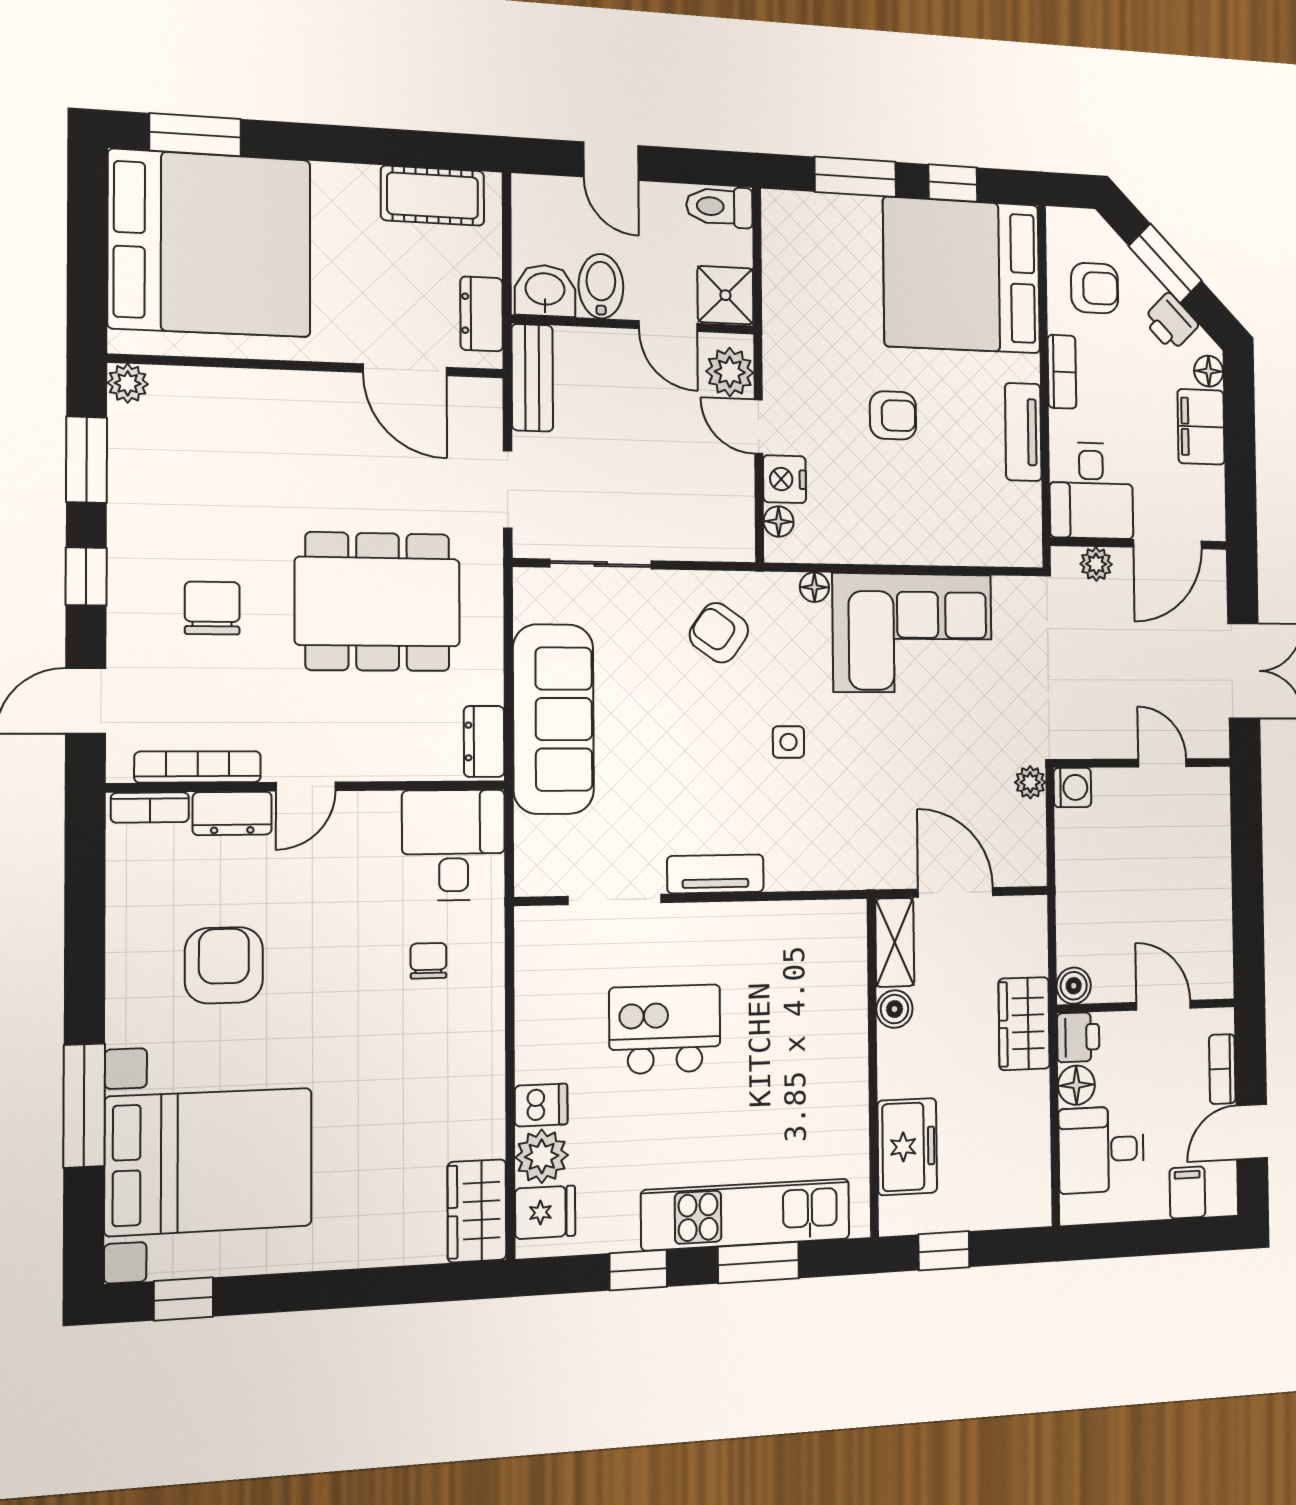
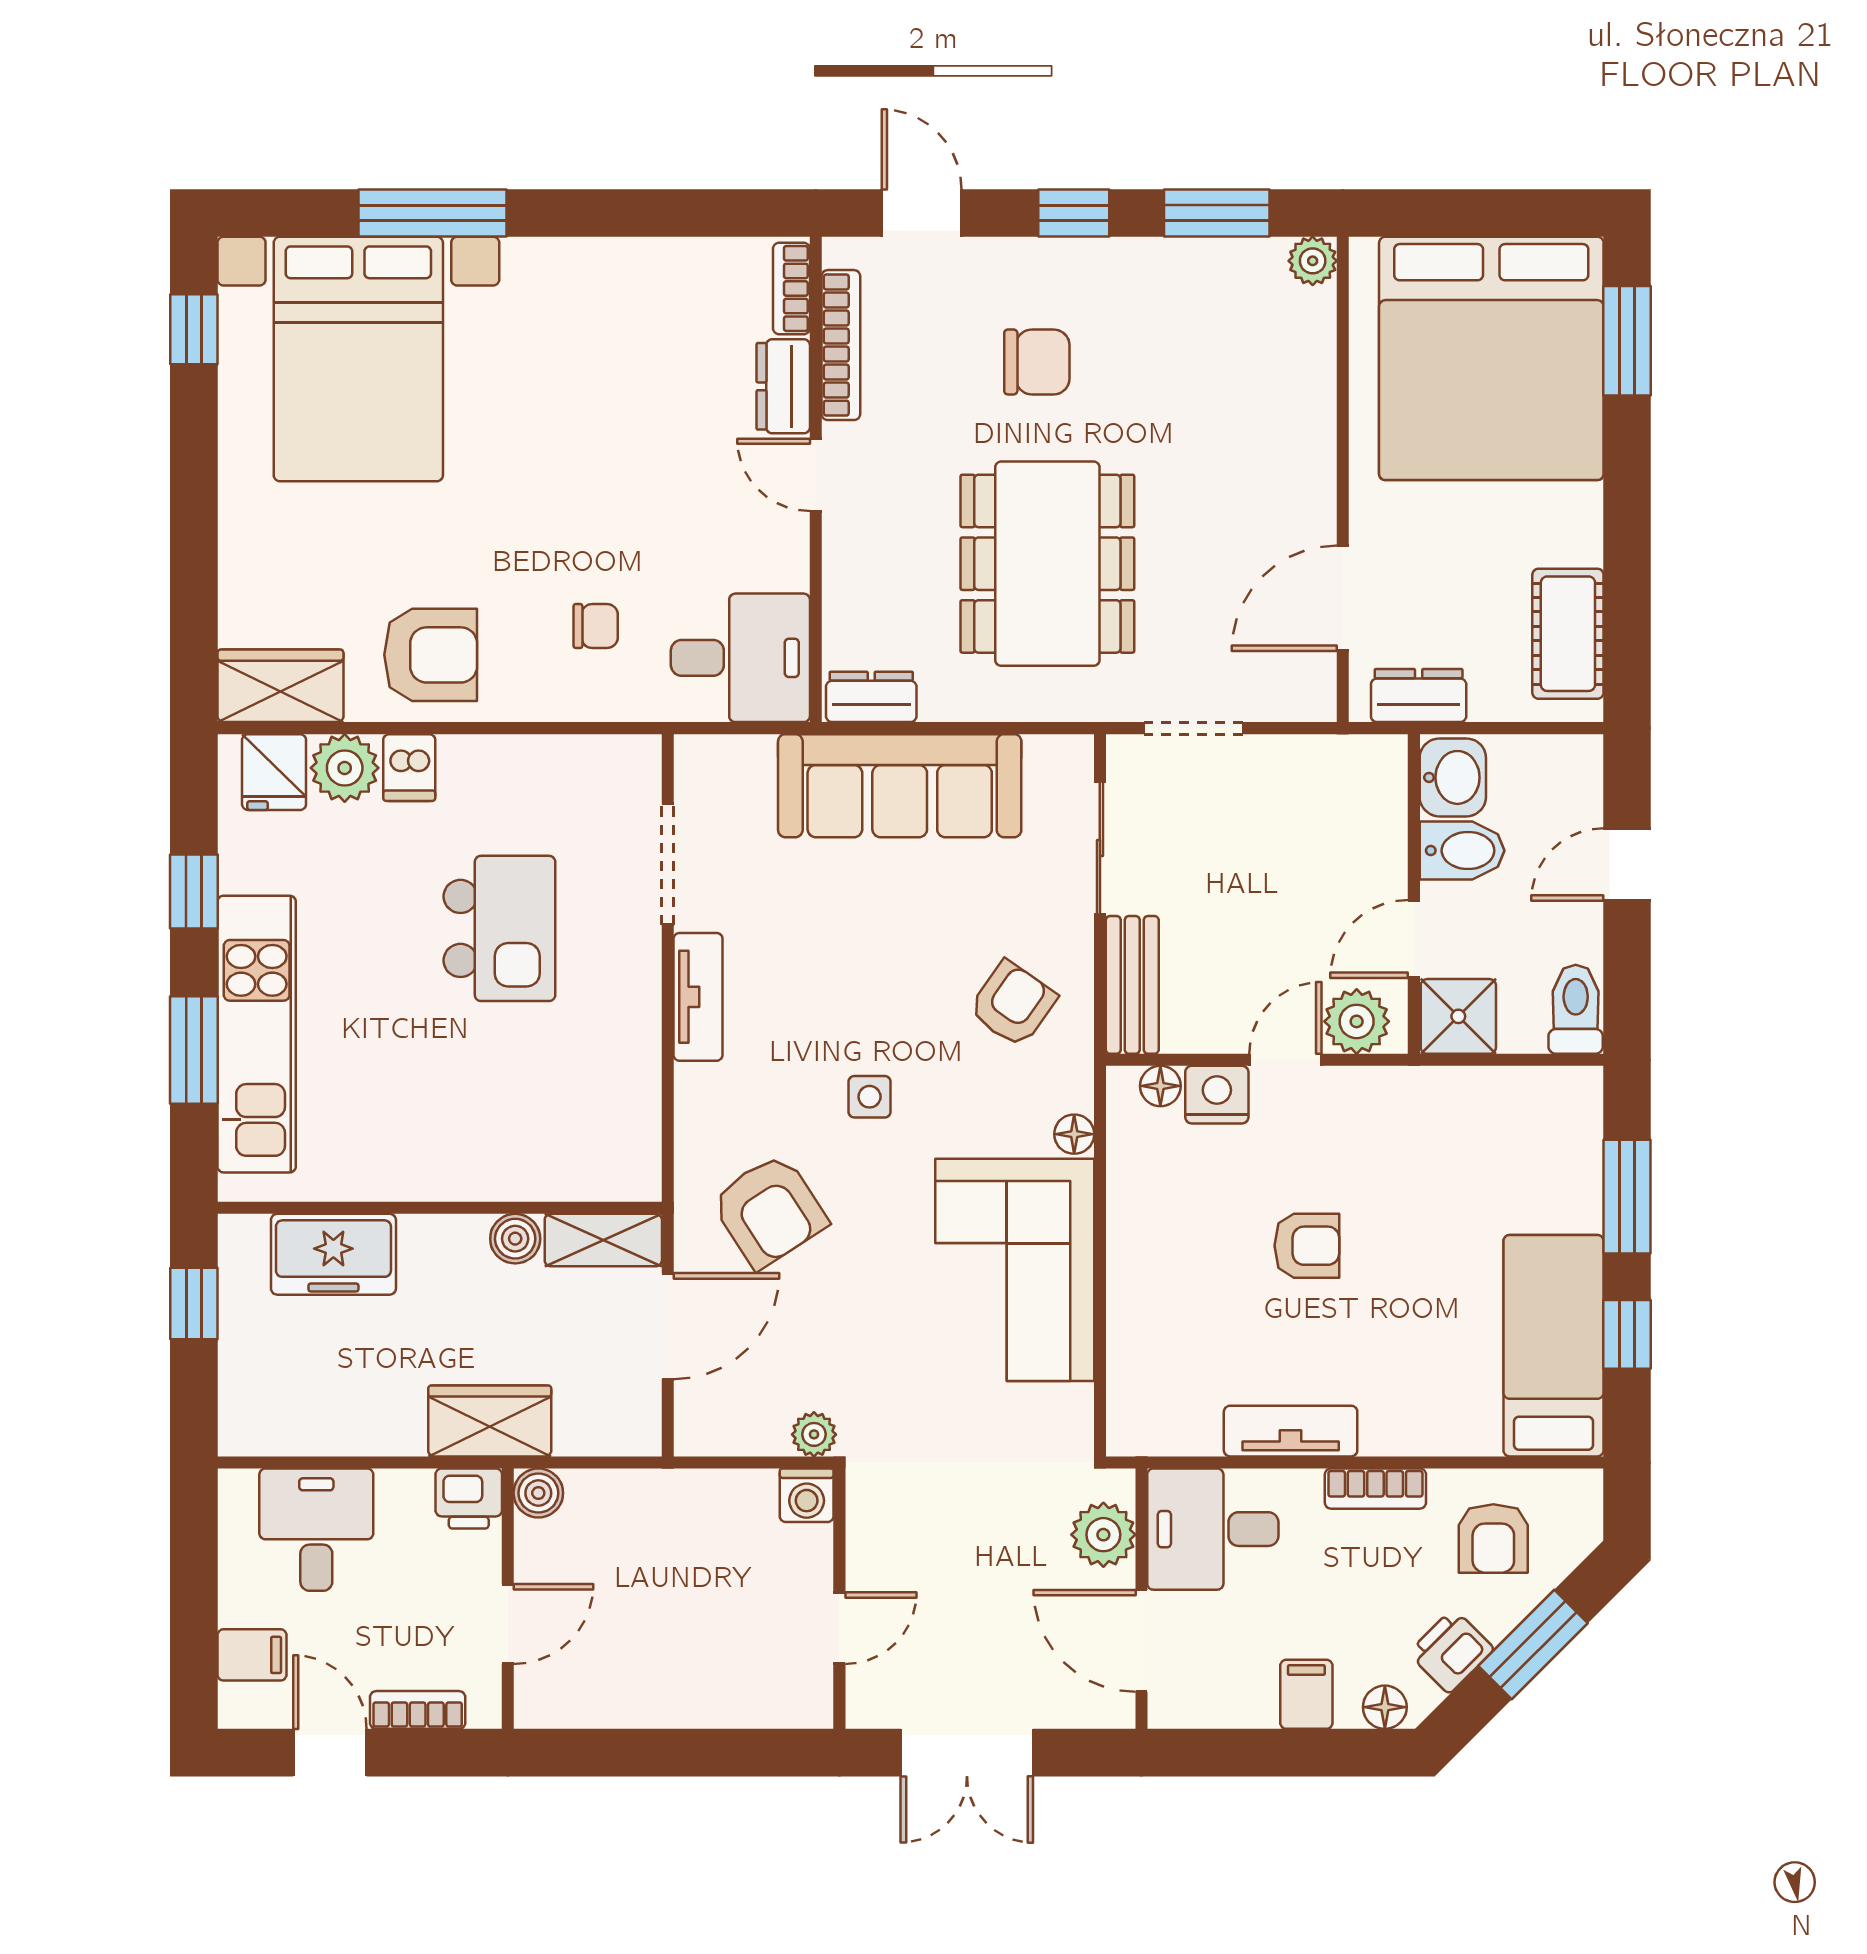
bed: (962, 275) -> (1553, 1346), width x0.49
bench: (532, 378) -> (1132, 985), moved, turned 90
armchair: (893, 415) -> (1307, 1246), turned -90
filing cabinet: (1201, 427) -> (1306, 1694), width x0.50
plant: (1096, 564) -> (1103, 1535), width x1.38, depth x1.38
armchair: (872, 817) -> (769, 1211), added
armchair: (224, 965) -> (431, 655), moved
floor lamp: (1076, 1085) -> (404, 1495), removed

